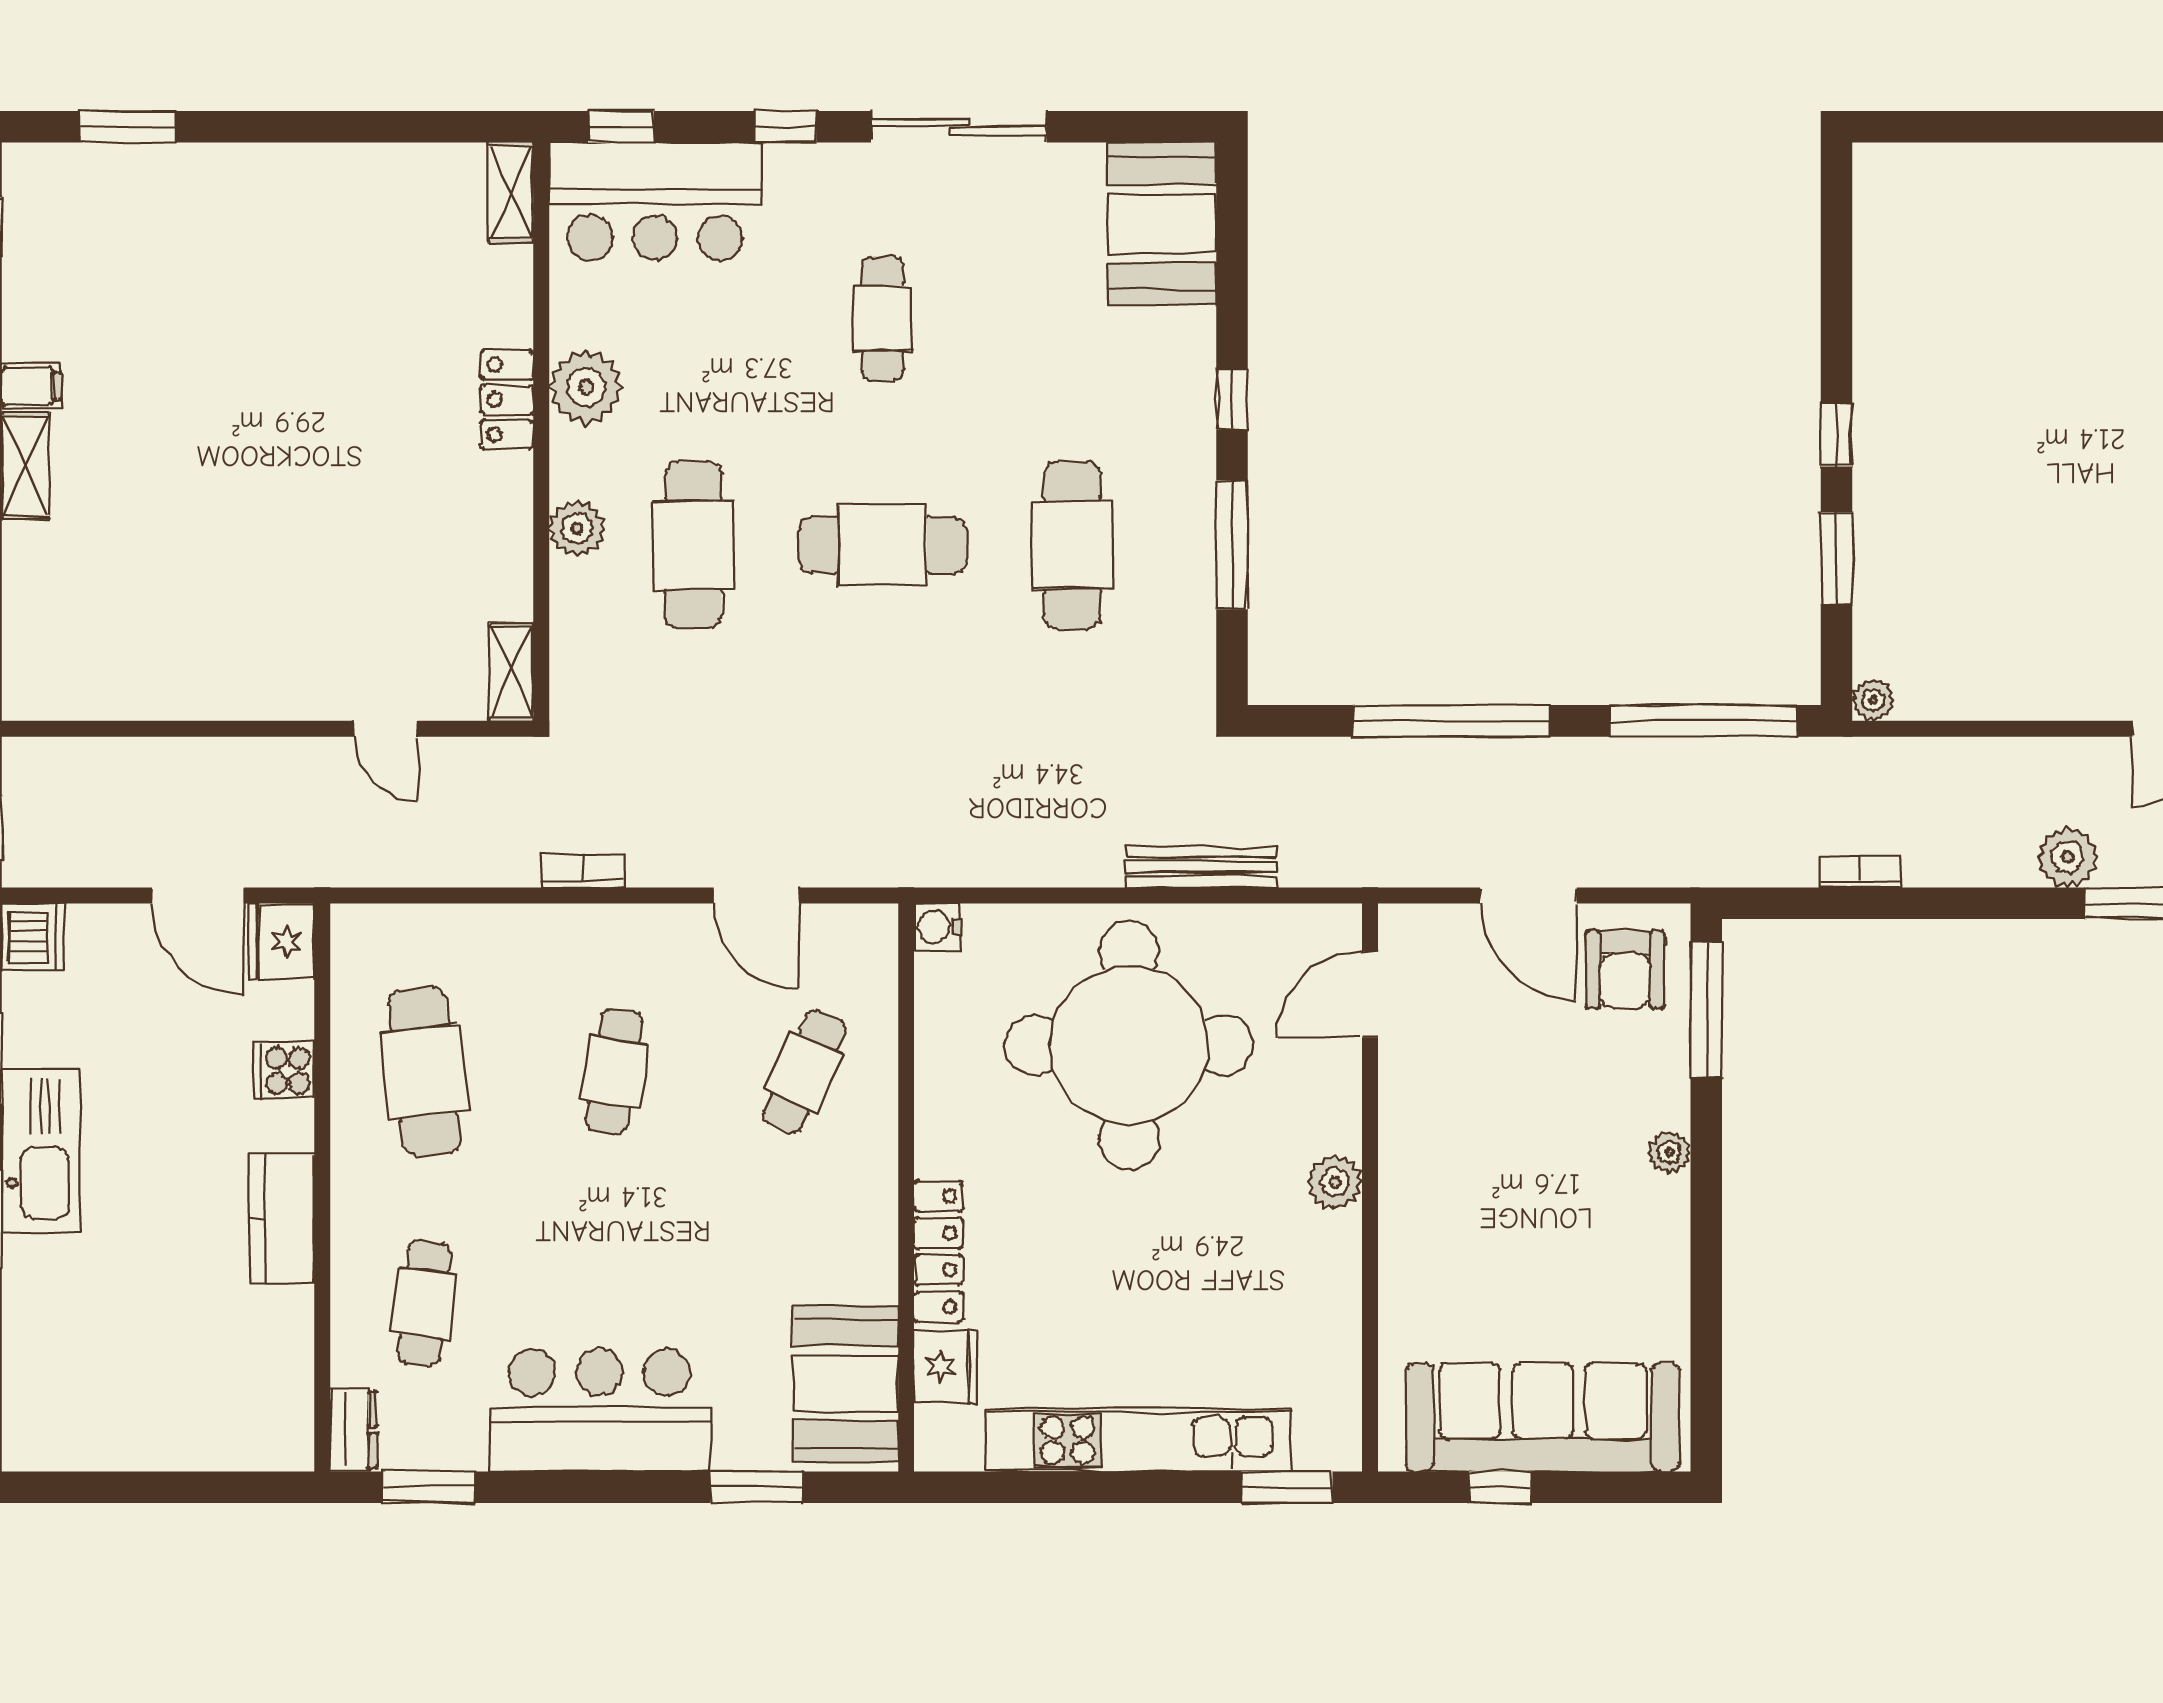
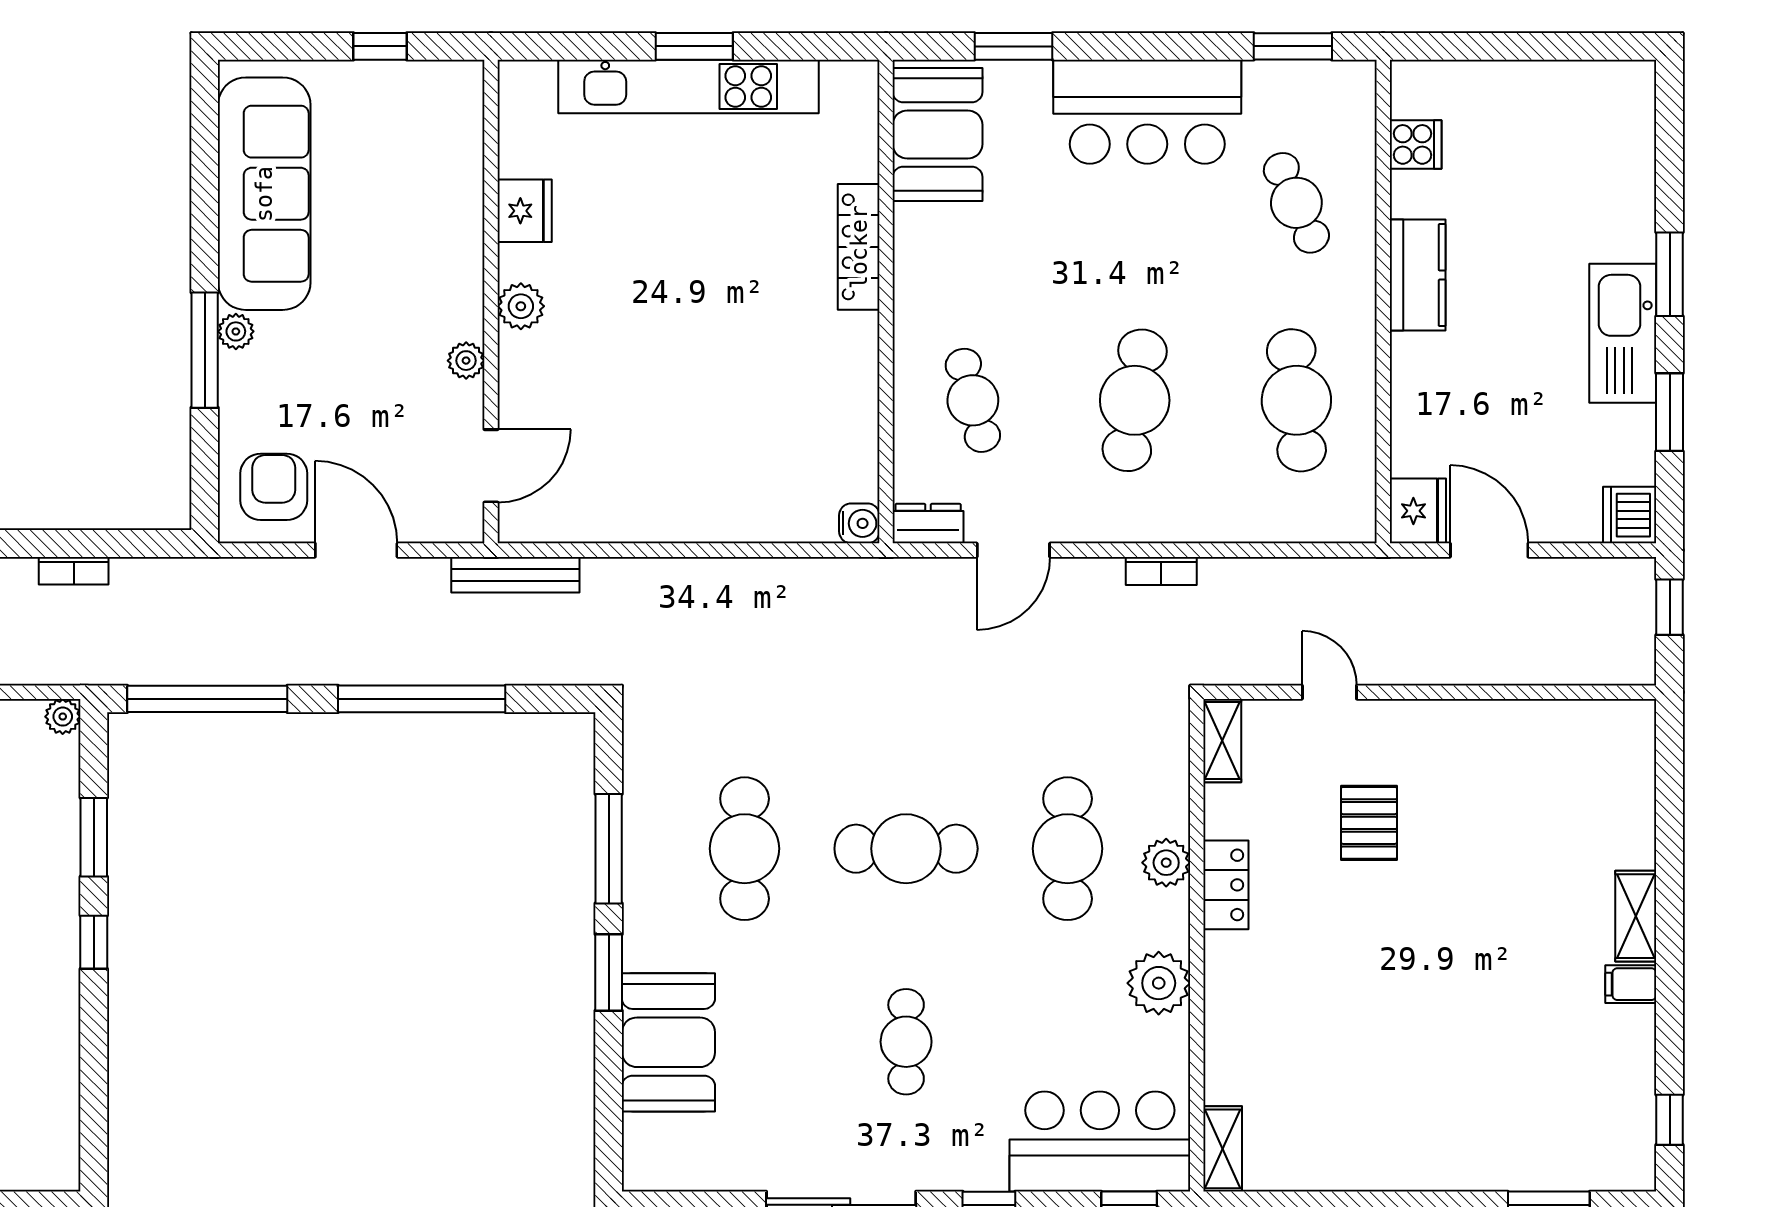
booth: (1162, 224) -> (668, 1042), moved
locker: (507, 400) -> (1226, 885), moved
window: (1232, 400) -> (609, 972), width x1.50
pallet: (339, 575) -> (1369, 823), added
bench: (1201, 867) -> (515, 575), moved
door: (757, 896) -> (1013, 550), swing flipped
window: (1706, 1010) -> (205, 350), moved
round table: (1129, 1045) -> (696, 423), removed
cooker: (284, 1071) -> (1416, 144), moved
cafe table: (614, 1071) -> (1135, 400), width x1.37, depth x1.35
cafe table: (804, 1071) -> (973, 400), turned -39
plant: (1399, 1118) -> (466, 361), added
cafe table: (424, 1303) -> (1296, 203), turned -30
fridge: (946, 1366) -> (525, 211), moved, turned 180
sofa: (1543, 1417) -> (264, 194), moved, turned -90
dresser: (353, 1430) -> (928, 524), moved, turned 90
window: (1287, 1487) -> (694, 46), moved

